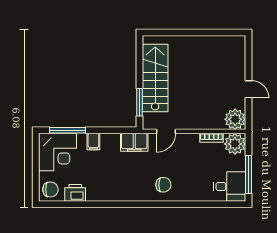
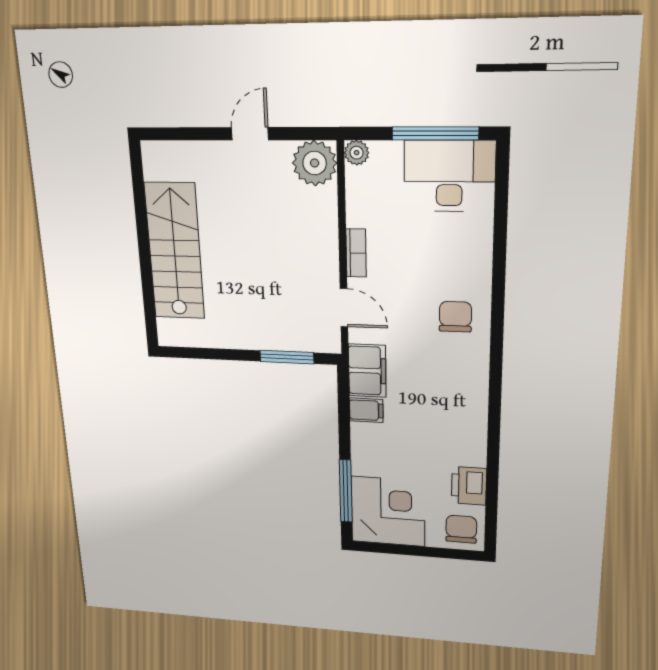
stairs: (155, 78) -> (175, 251), moved, turned 90
bookcase: (211, 138) -> (356, 253), moved
filing cabinet: (93, 142) -> (366, 410), moved
plant: (235, 144) -> (357, 153), width x0.53, depth x0.53
desk: (230, 186) -> (449, 176), width x1.37

